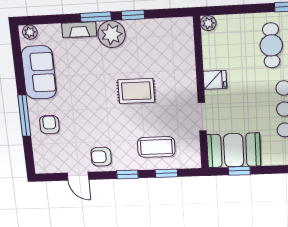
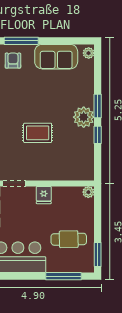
fireplace: (79, 30) -> (88, 92), removed
rug: (136, 91) -> (38, 133), turned 90
armchair: (49, 125) -> (13, 61), turned -90

